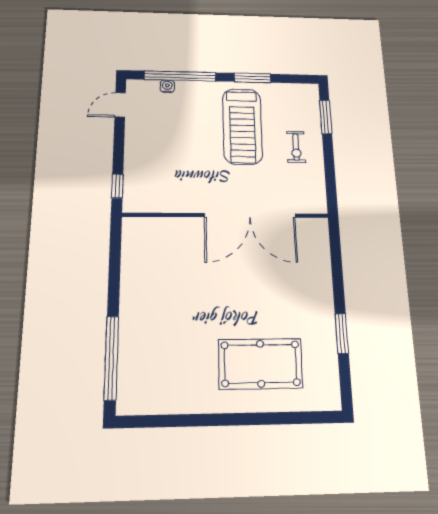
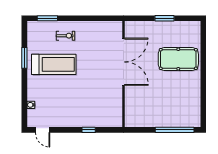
window: (180, 76) -> (24, 98), removed
wall: (226, 215) -> (124, 74), moved
double door: (250, 215) -> (124, 62), moved
pool table: (261, 364) -> (178, 59), turned 90

